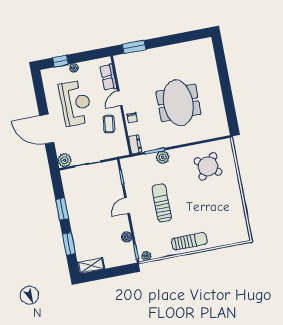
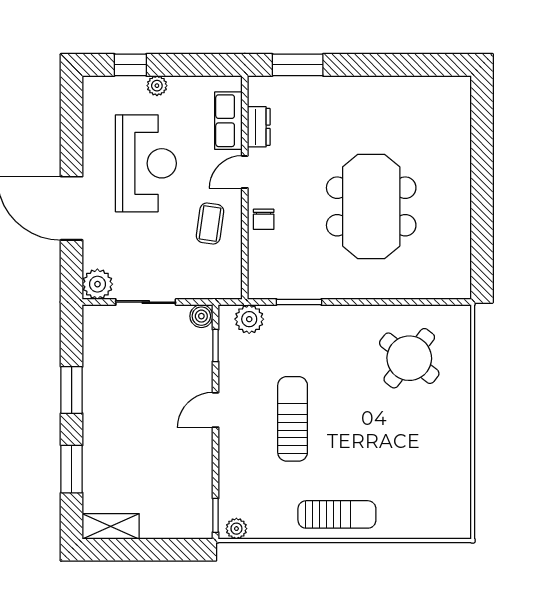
dresser: (135, 144) -> (259, 127), moved
plant: (163, 157) -> (249, 319), moved
boiler: (127, 237) -> (201, 316), moved

